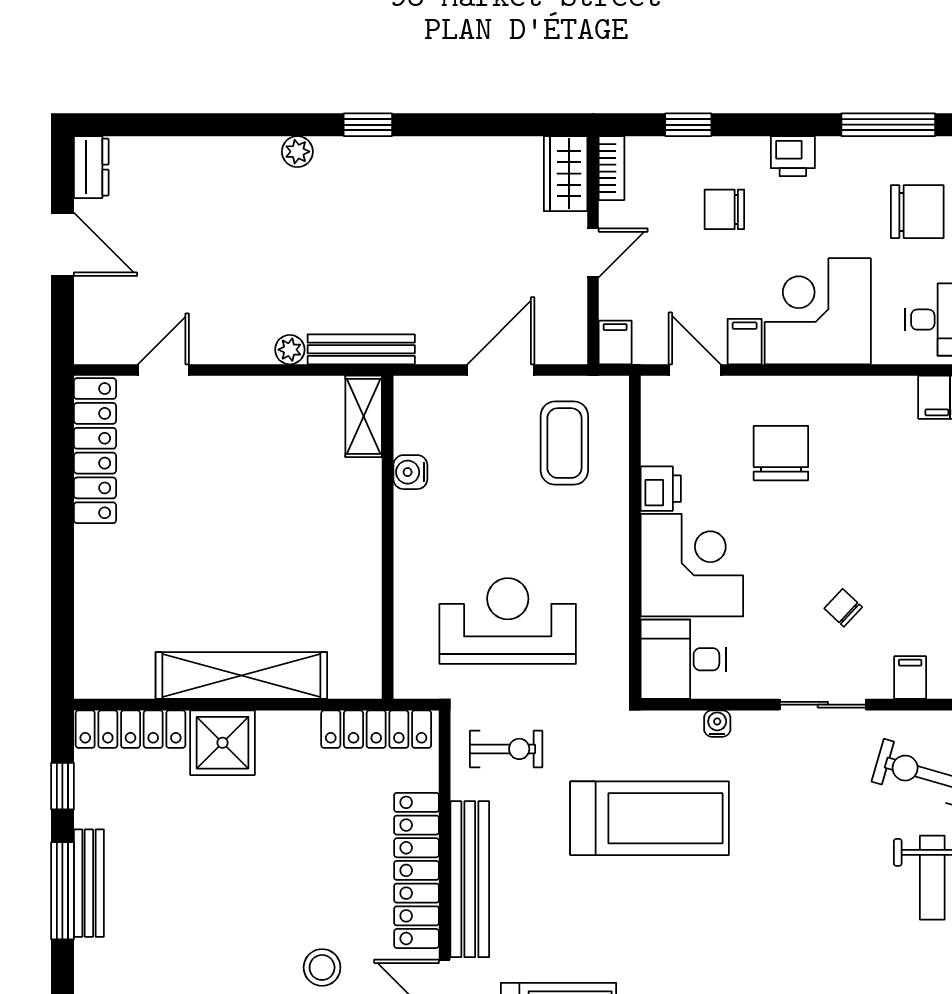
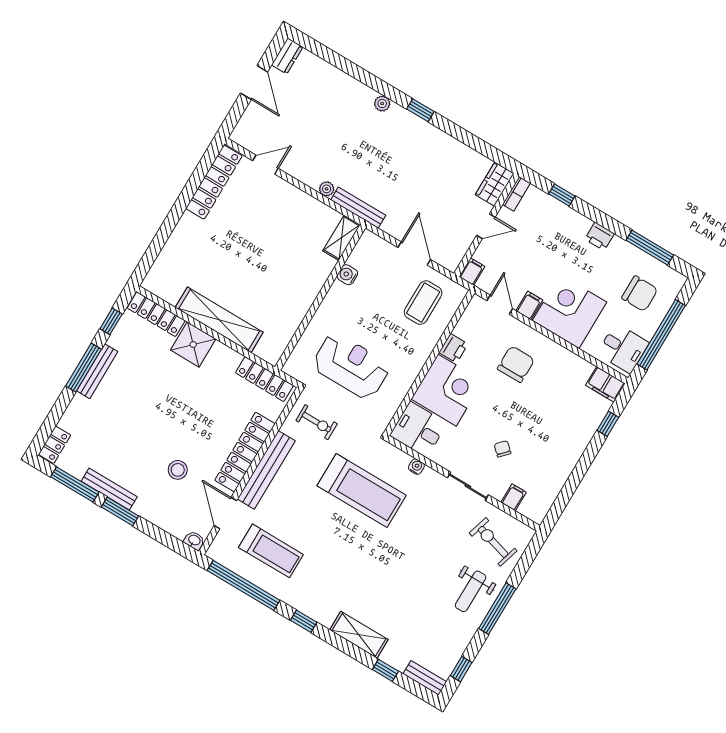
chair: (724, 209) -> (555, 242), removed
door: (501, 370) -> (414, 254), hinge flipped

